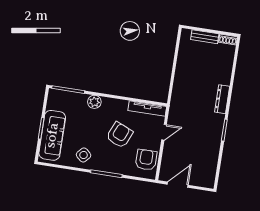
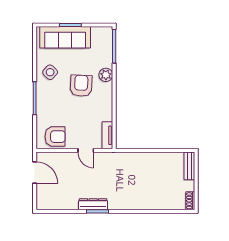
bench: (205, 37) -> (189, 166), moved
dresser: (222, 99) -> (93, 204), moved
tv unit: (147, 108) -> (107, 135), width x0.71
armchair: (120, 135) -> (81, 86), moved, turned -110

